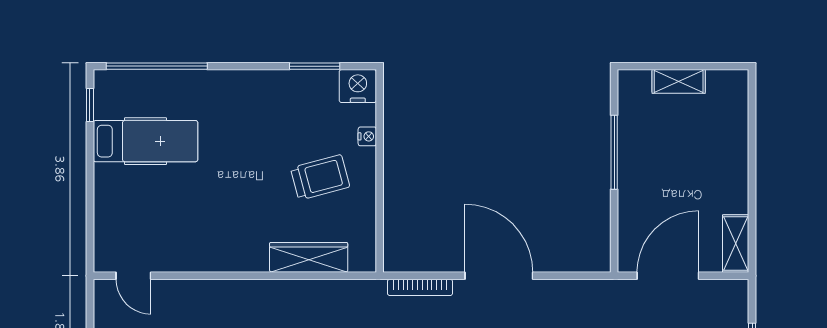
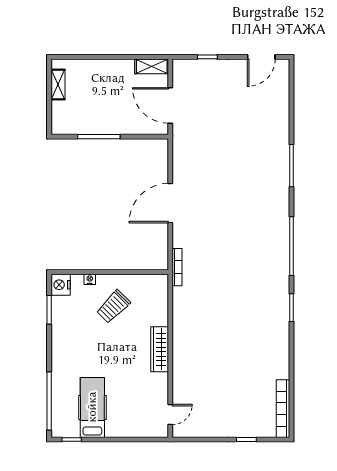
shelving: (679, 81) -> (58, 85), moved
trolley: (320, 177) -> (113, 307), turned -120
wardrobe: (309, 257) -> (160, 349), moved
bookcase: (420, 287) -> (177, 267), moved

